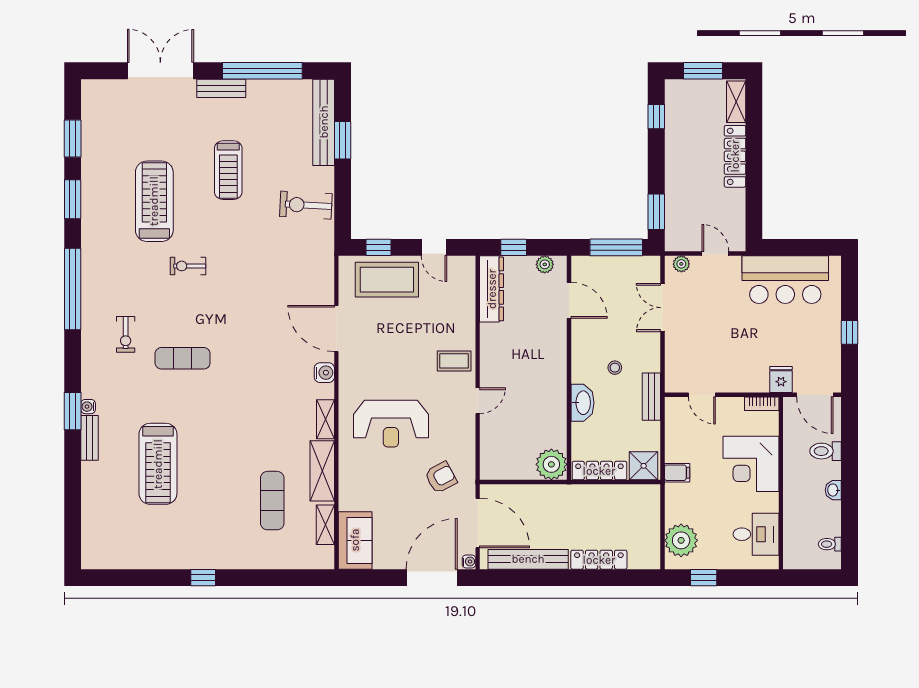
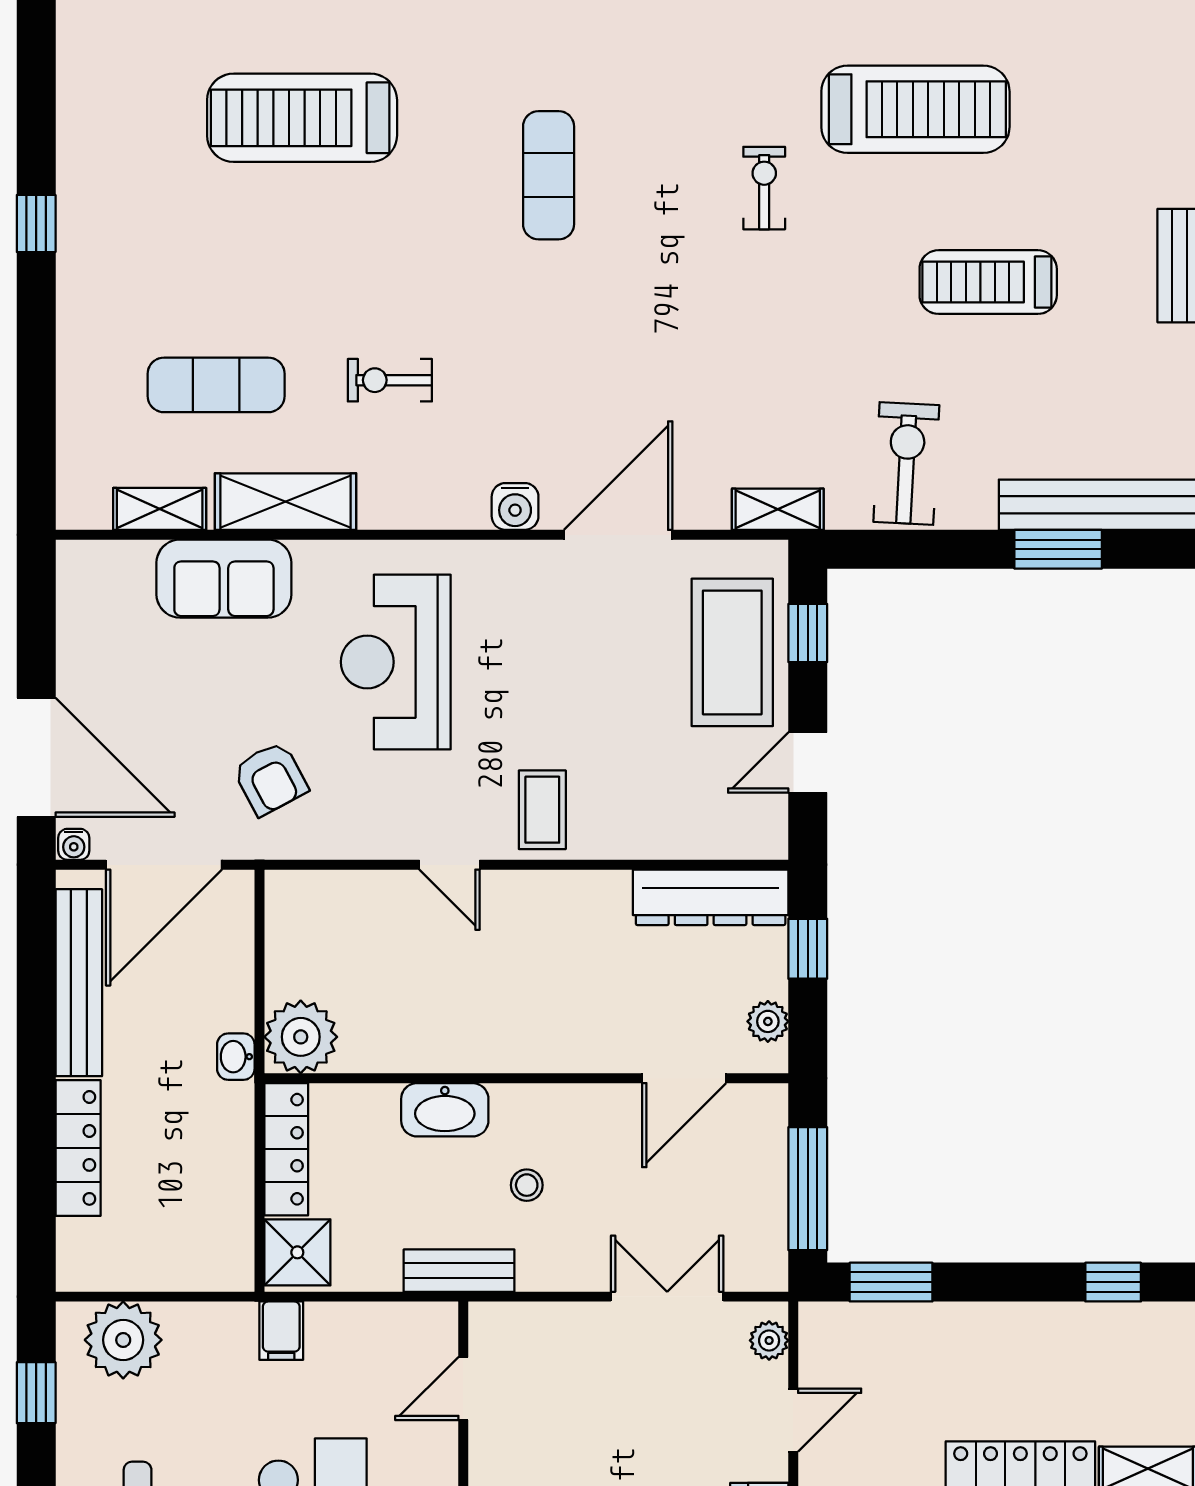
exercise bike: (126, 334) -> (390, 380), moved
shelving: (326, 419) -> (778, 509), moved
washbasin: (560, 492) -> (236, 1057), added
sofa: (355, 540) -> (224, 579), moved

